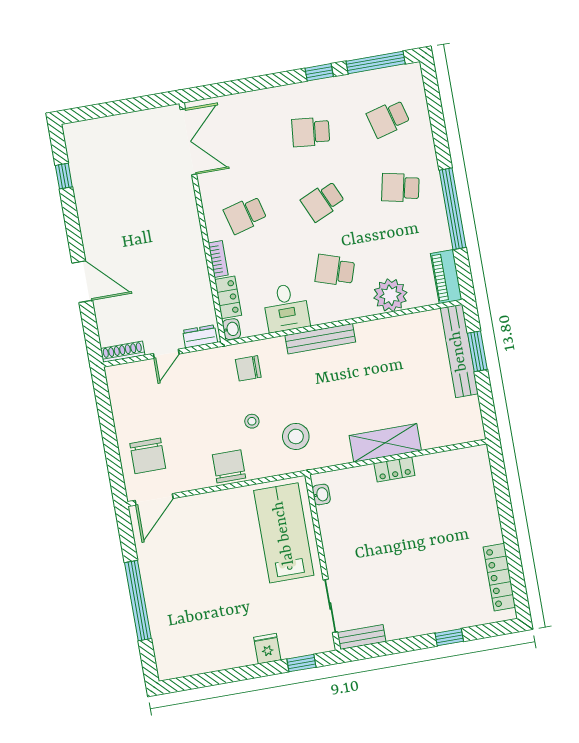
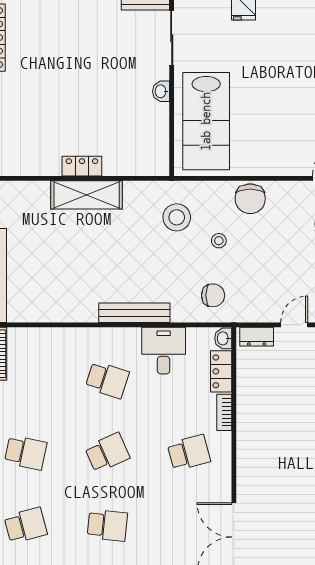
plant: (390, 295) -> (55, 345), removed
washbasin: (321, 494) -> (161, 91), moved

